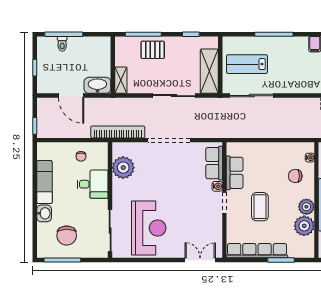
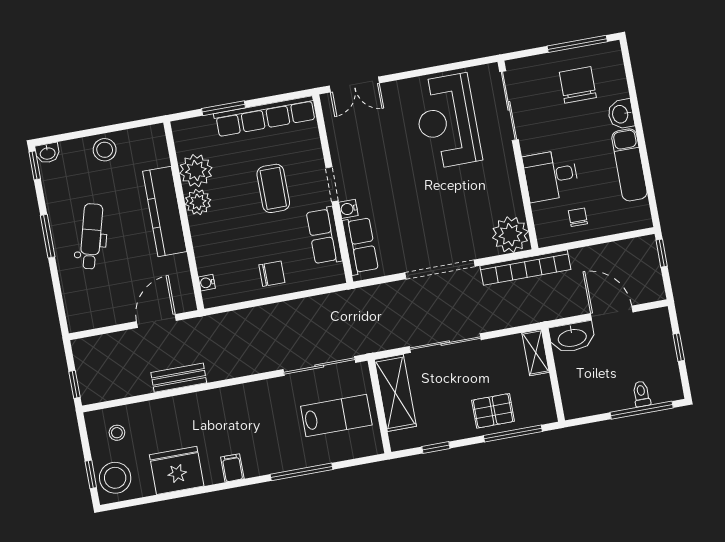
plant: (123, 168) -> (510, 235), moved
chair: (295, 176) -> (272, 274), moved

